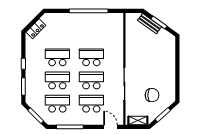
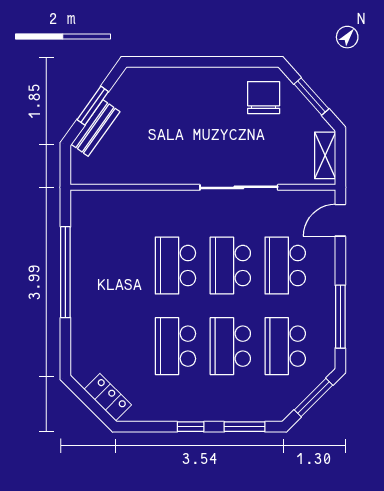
chair: (152, 95) -> (264, 98), moved

